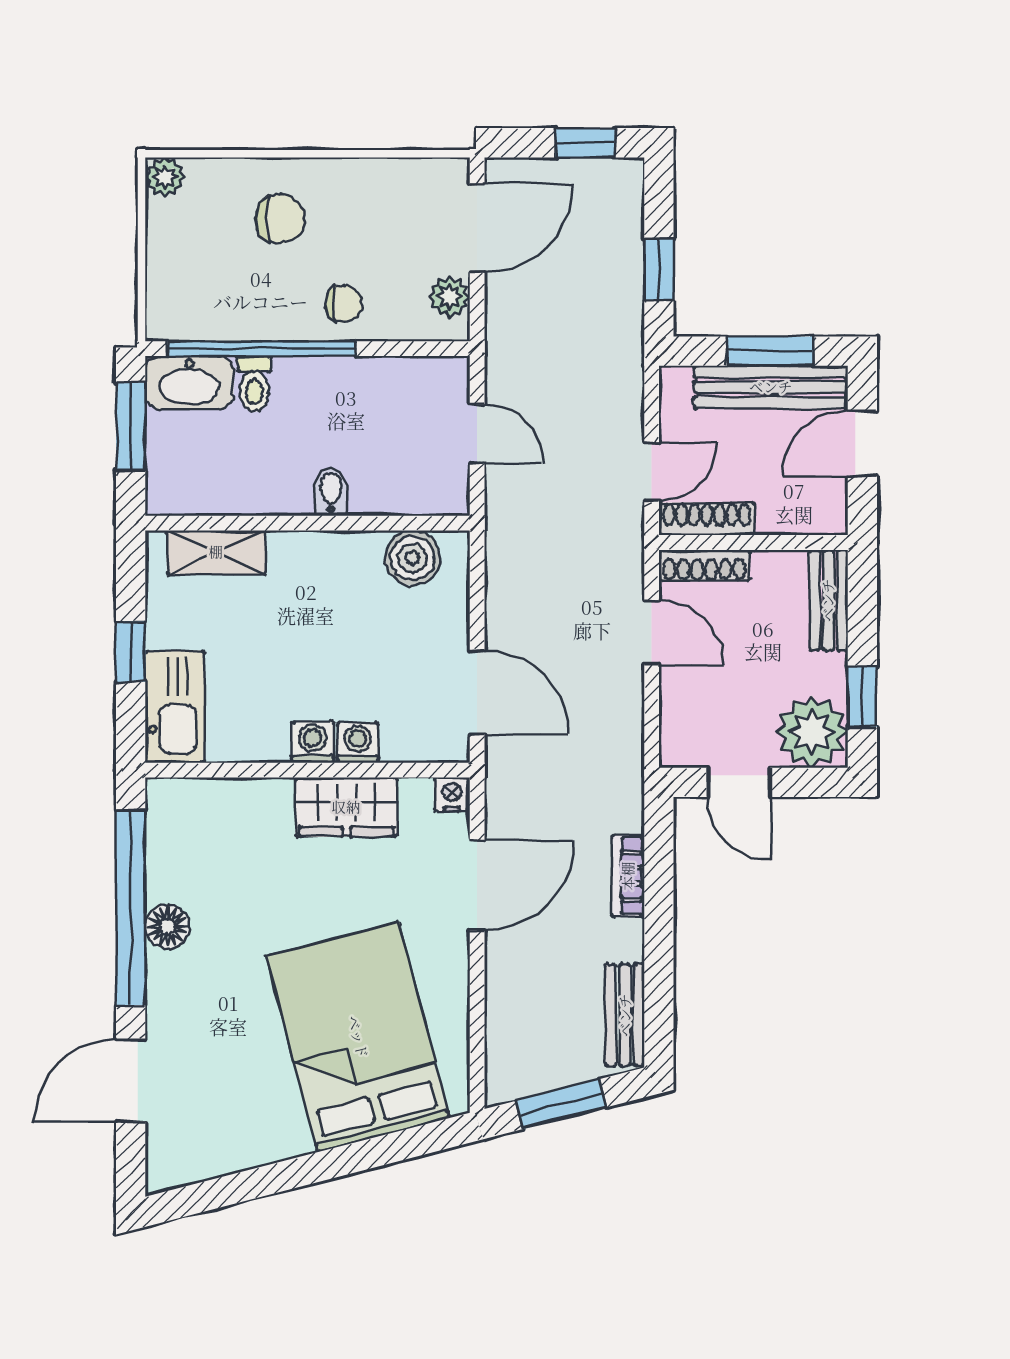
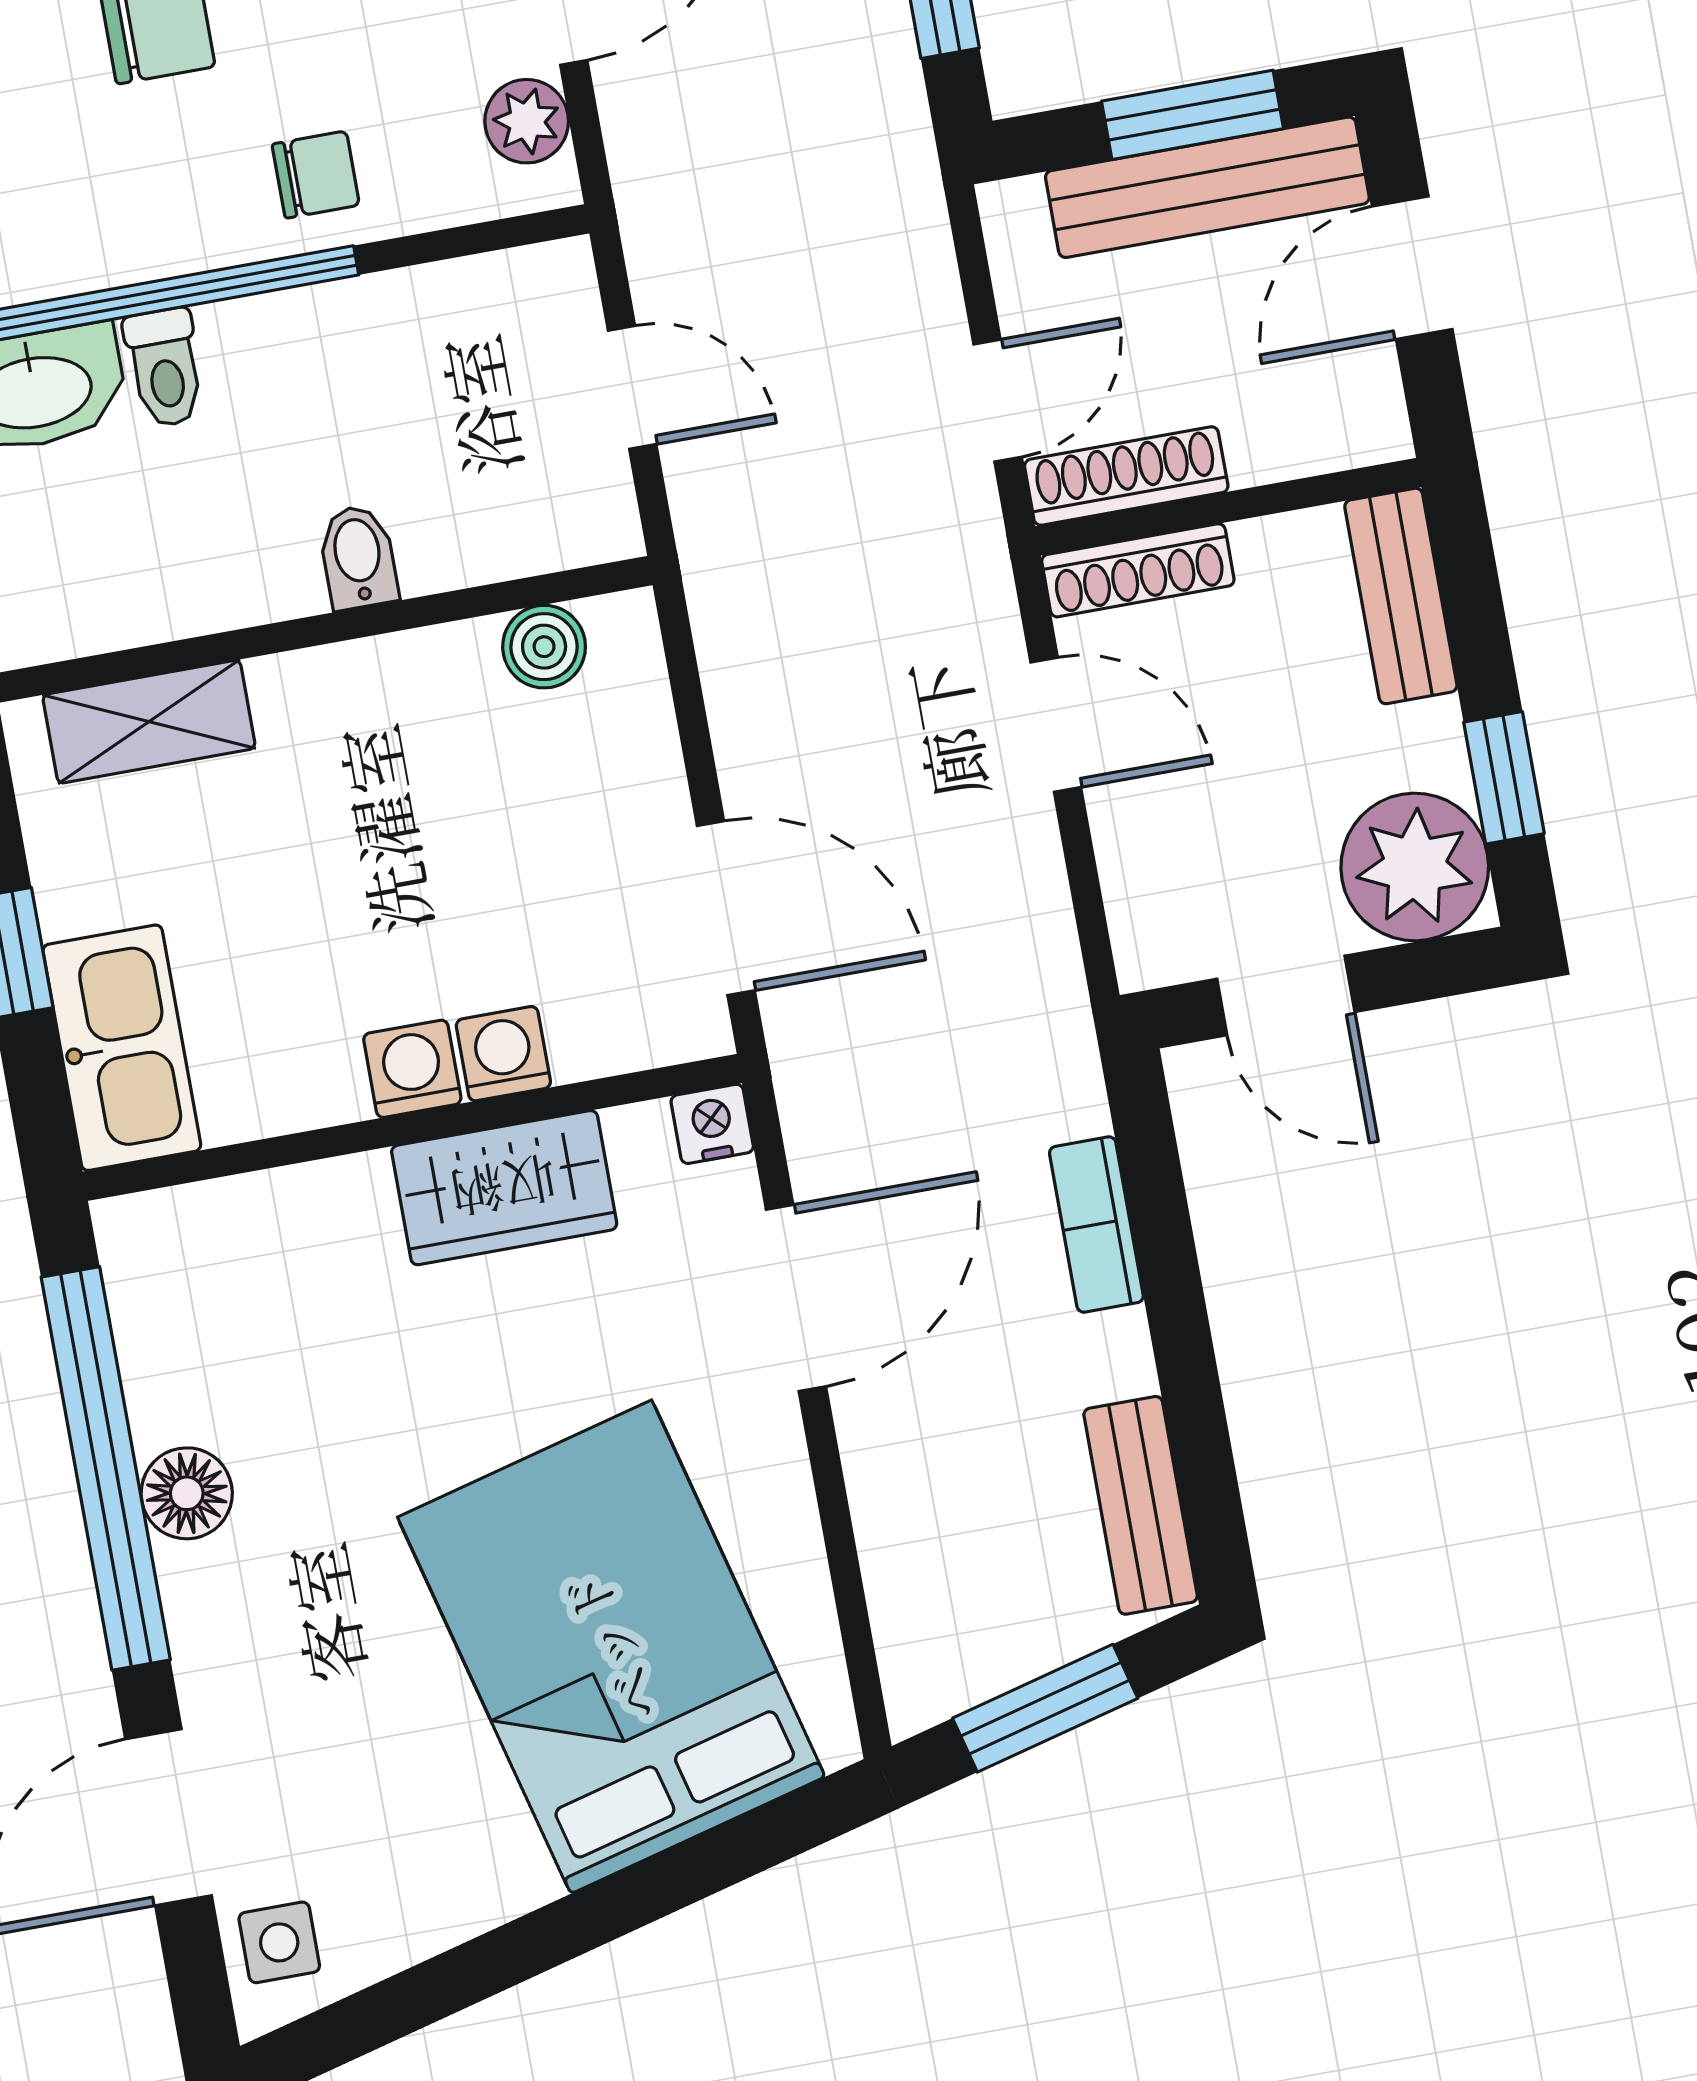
boiler: (412, 558) -> (544, 647), width x0.73, depth x0.73
side table: (173, 1150) -> (279, 1942), added

